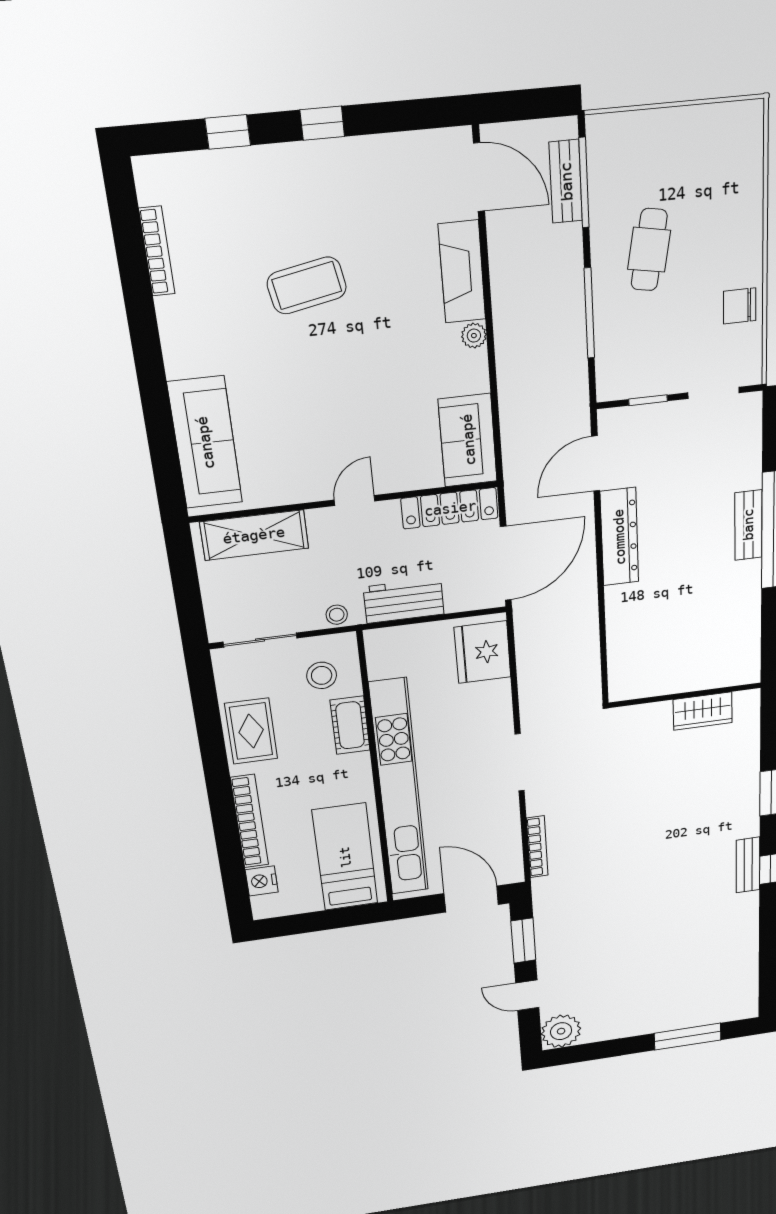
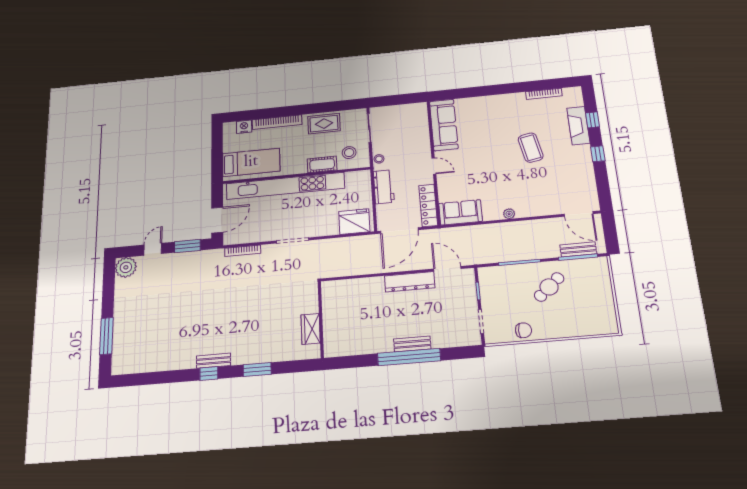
door: (479, 177) -> (579, 214), hinge flipped
cafe table: (649, 250) -> (549, 287), turned -52
fireplace: (462, 272) -> (578, 126), moved, turned -90
chair: (740, 306) -> (523, 330), turned 90
sofa: (205, 443) -> (444, 125), moved, turned -90
shelving: (254, 535) -> (420, 126), removed
door: (506, 563) -> (399, 231), hinge flipped

